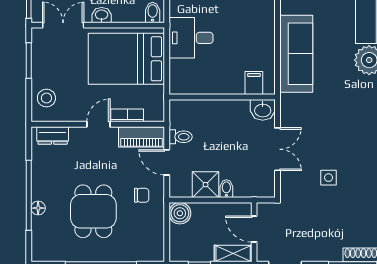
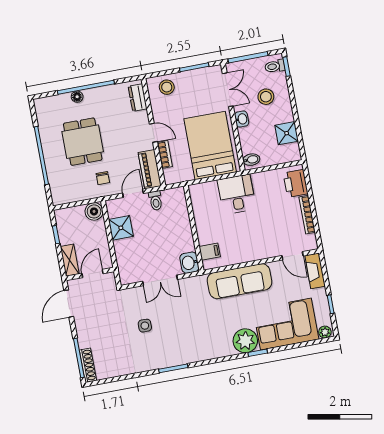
bidet: (226, 189) -> (121, 245), removed
dining table: (93, 211) -> (83, 142), turned 90

